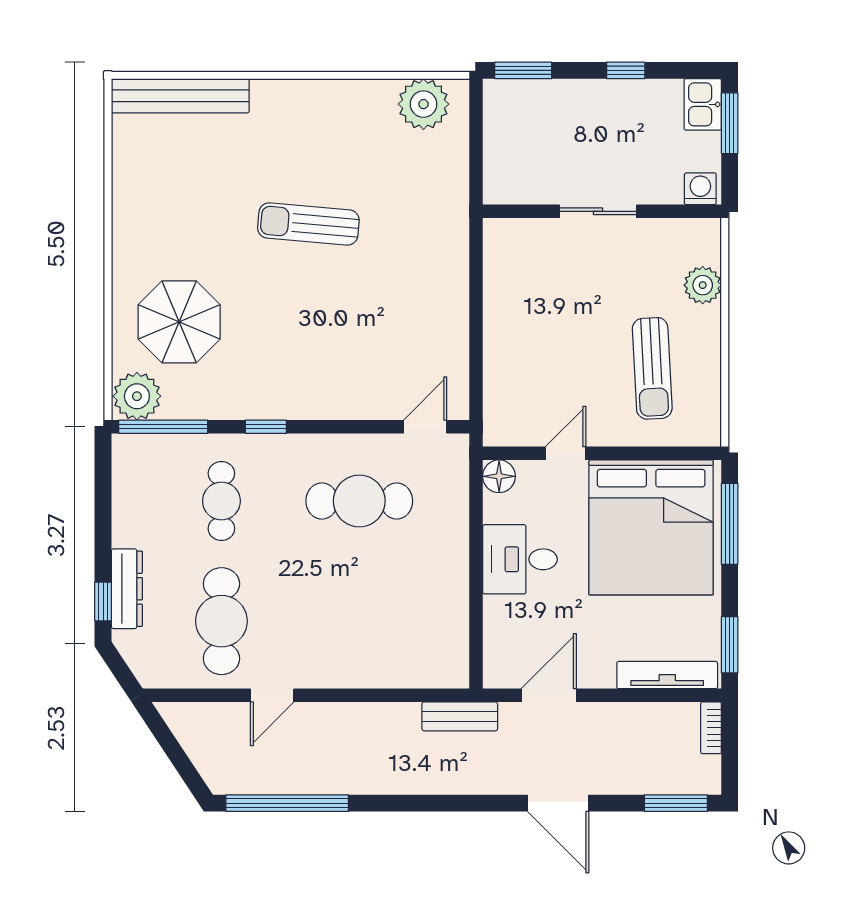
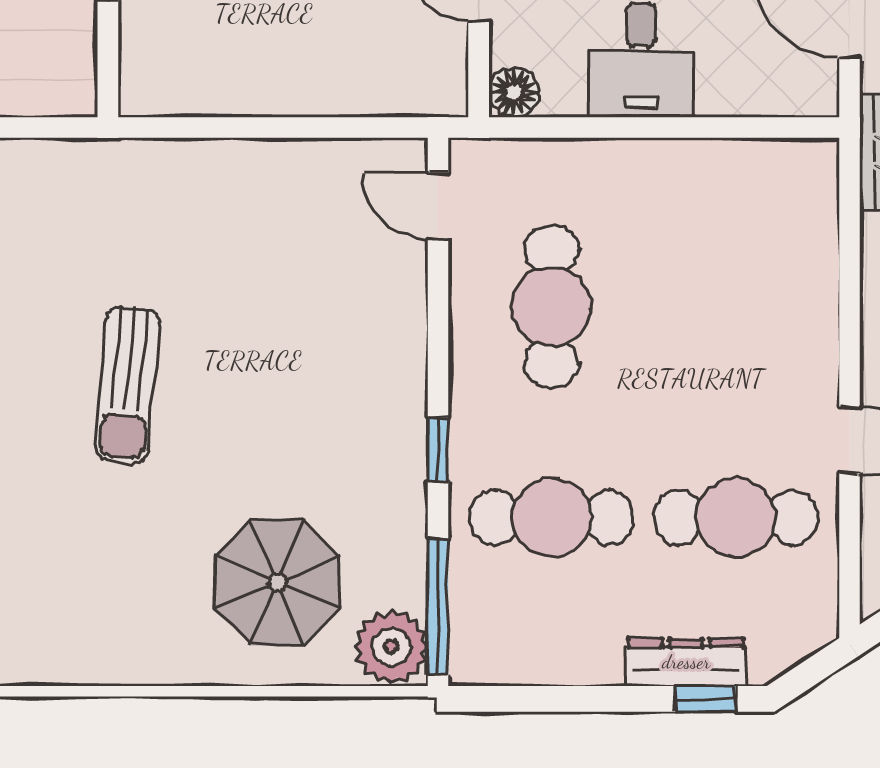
cafe table: (221, 501) -> (552, 518), width x1.37, depth x1.35

